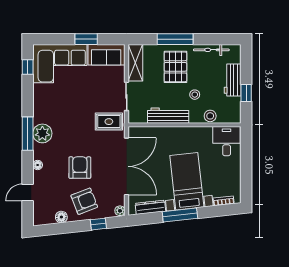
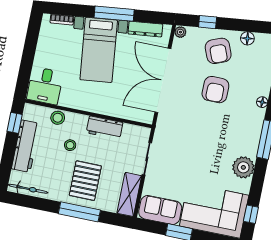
bicycle: (211, 50) -> (28, 189), moved
workbench: (233, 80) -> (26, 146), width x1.38
window: (246, 93) -> (15, 123), moved
workbench: (168, 116) -> (105, 128), width x0.73
rug: (109, 122) -> (172, 135), removed
plant: (42, 133) -> (243, 167), moved
armchair: (84, 201) -> (218, 51), turned -91

